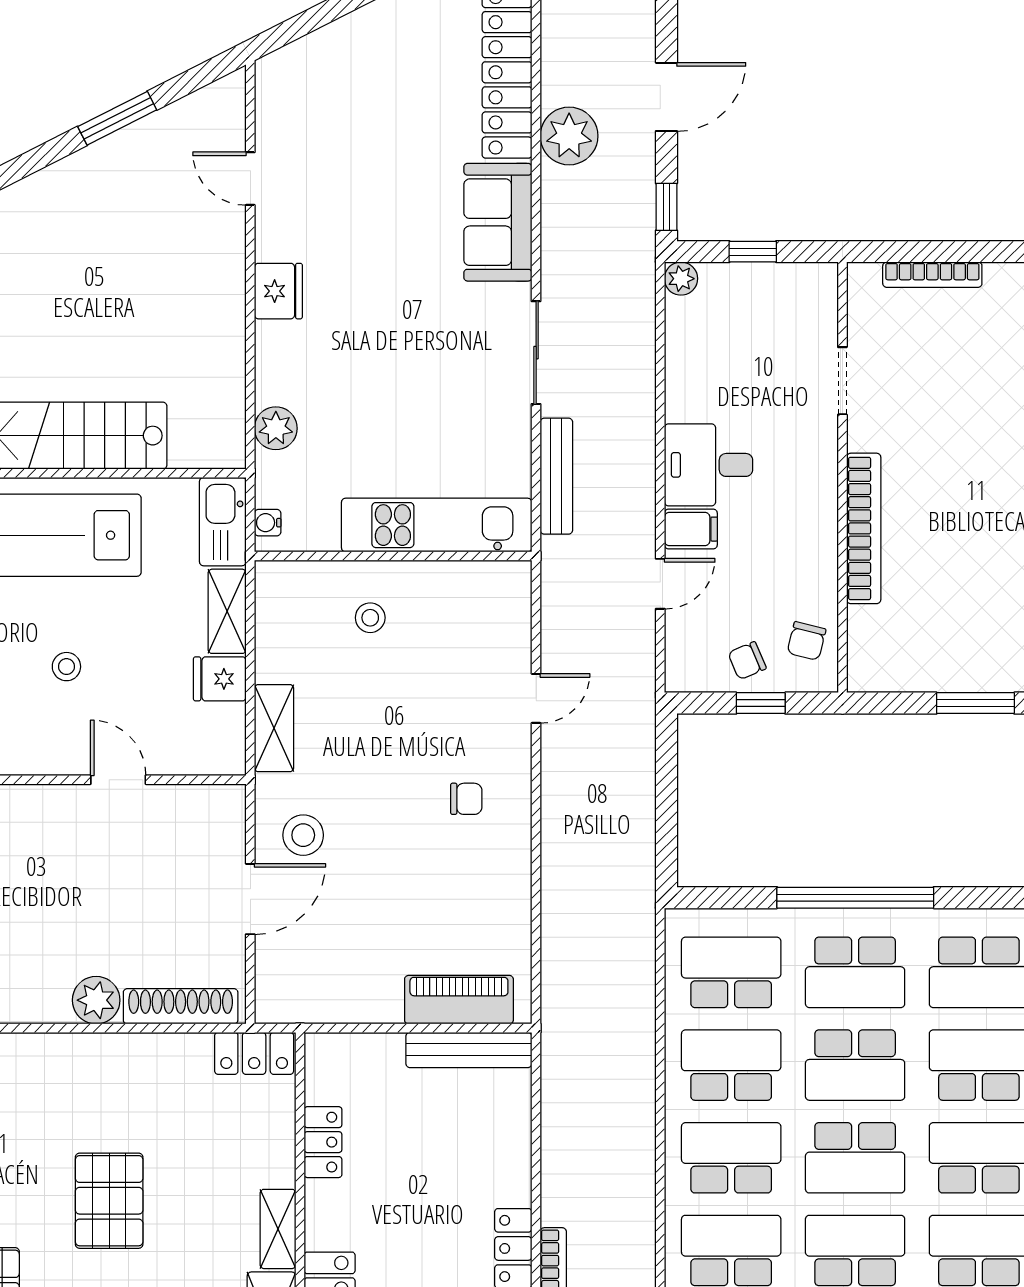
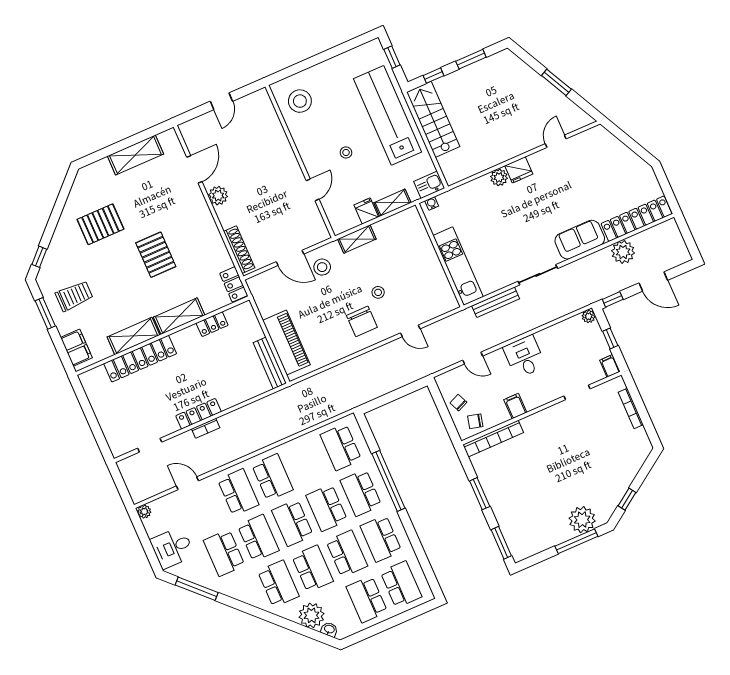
filing cabinet: (815, 280) -> (610, 366), added
plant: (276, 428) -> (499, 177), moved
kitchen sink: (223, 522) -> (429, 185), width x0.73
bookcase: (864, 528) -> (493, 439), moved
filing cabinet: (691, 529) -> (515, 406), moved, turned 180
stool: (370, 618) -> (378, 292), moved
window: (761, 703) -> (445, 414), removed
chair: (466, 799) -> (362, 321), width x1.87, depth x1.87
school desk: (731, 972) -> (341, 447), turned 180
plant: (96, 1000) -> (218, 196), moved
piano: (459, 1000) -> (286, 343), width x1.37, depth x1.33
school desk: (731, 1065) -> (307, 462), removed
pallet: (109, 1201) -> (156, 255), turned 90
shelving: (278, 1229) -> (179, 316), width x1.50, depth x1.33

